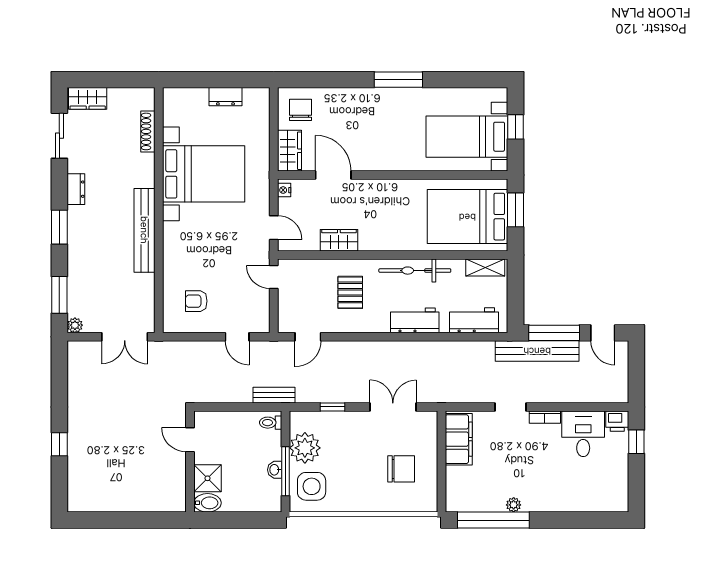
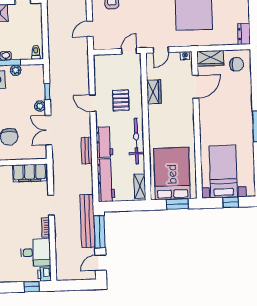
dresser: (225, 97) -> (244, 34), moved
pallet: (350, 292) -> (121, 100), turned 90
workbench: (474, 320) -> (106, 180), width x1.38
door: (308, 337) -> (93, 103), moved
bench: (274, 395) -> (87, 151), moved
double door: (393, 407) -> (49, 130), swing flipped
plant: (355, 419) -> (40, 106), added
plant: (305, 448) -> (16, 70), width x0.53, depth x0.53

